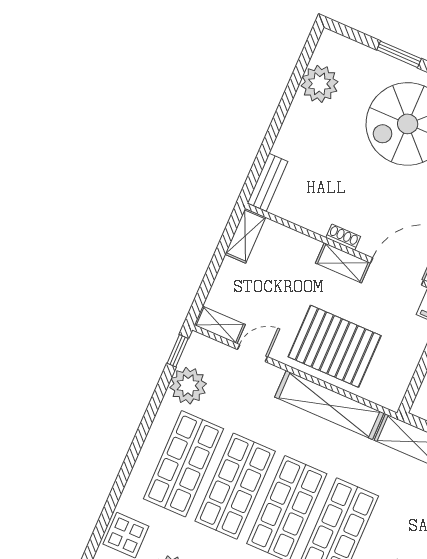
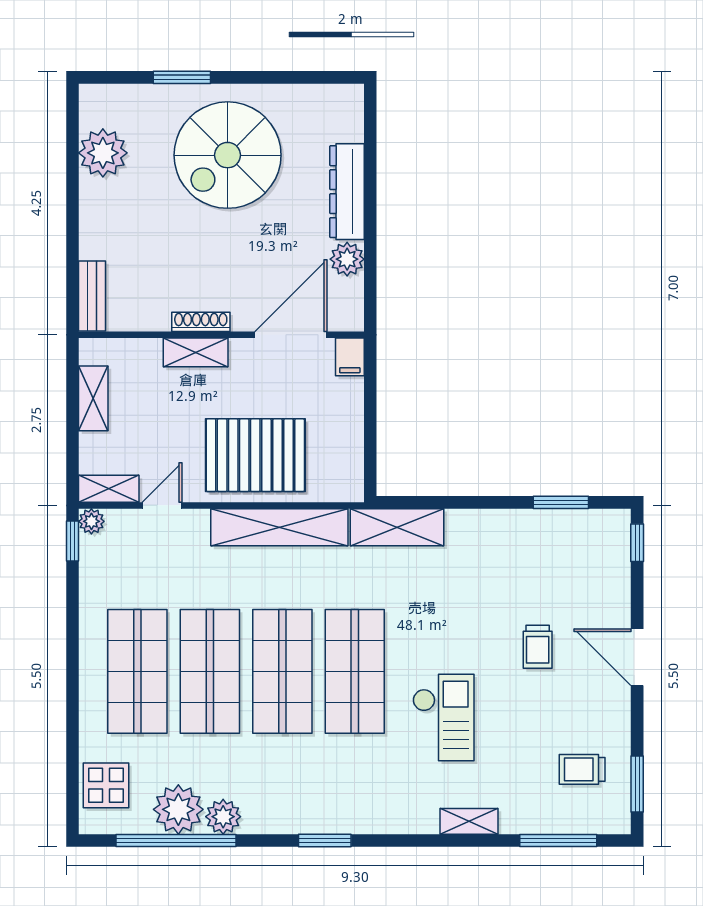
shelving: (245, 236) -> (93, 398), moved
shoe rack: (343, 237) -> (201, 322), width x1.43
shelving: (343, 263) -> (196, 352), moved
plant: (188, 386) -> (91, 521), moved, width x0.53, depth x0.53

